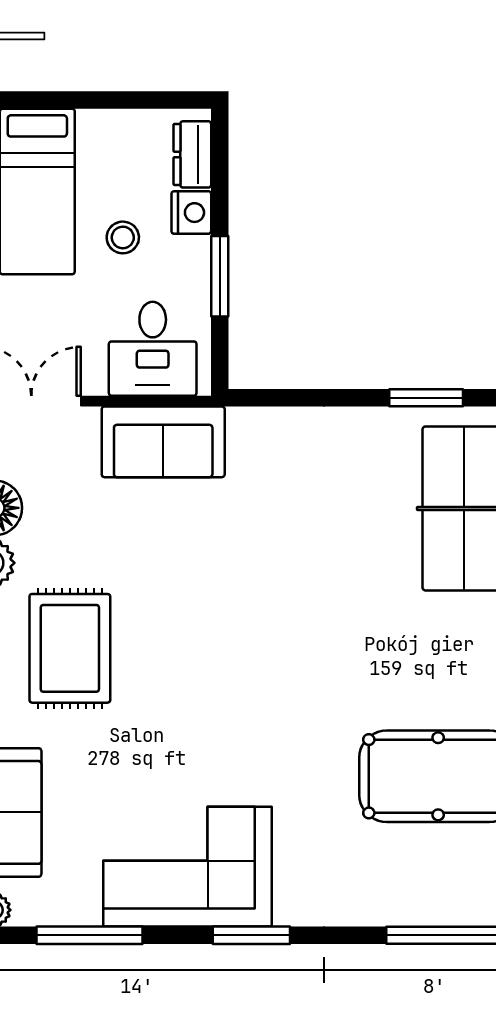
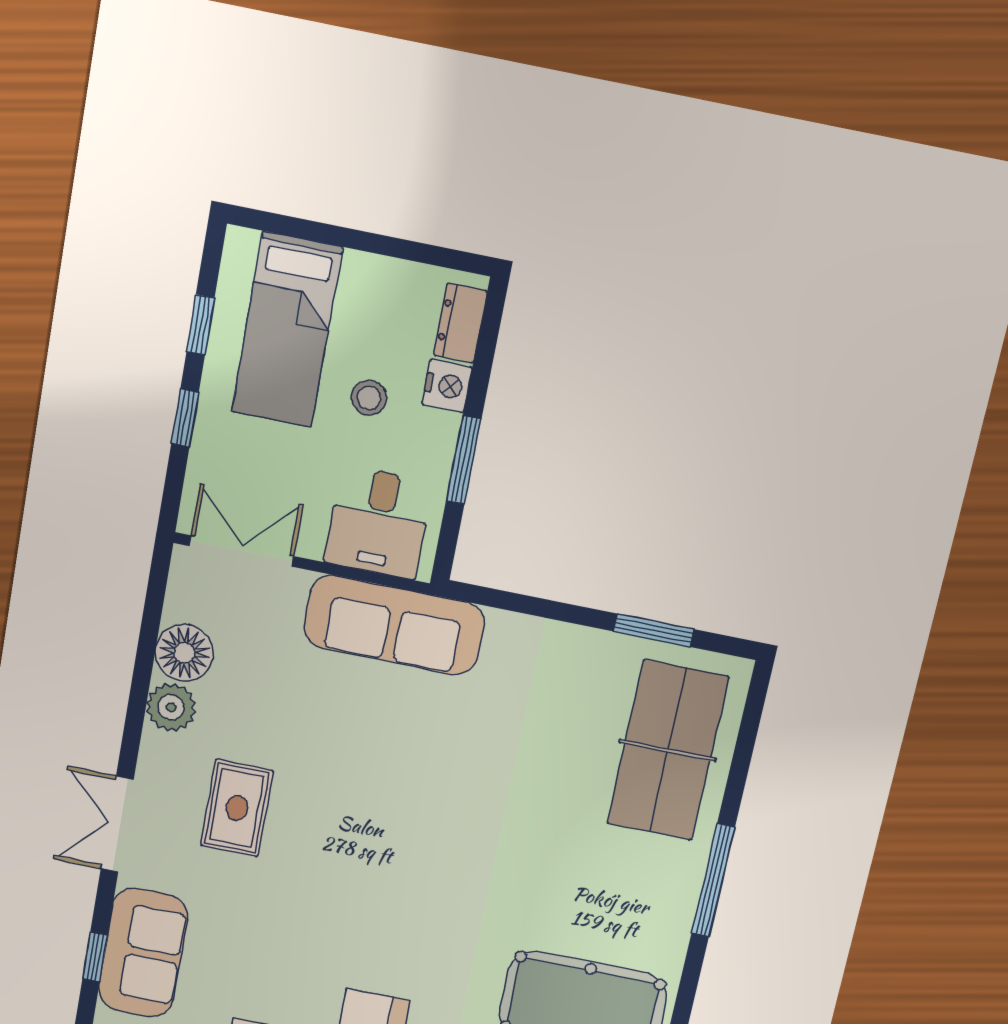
sofa: (163, 442) -> (394, 625), width x1.36
rug: (70, 648) -> (237, 808), width x0.73, depth x0.70

